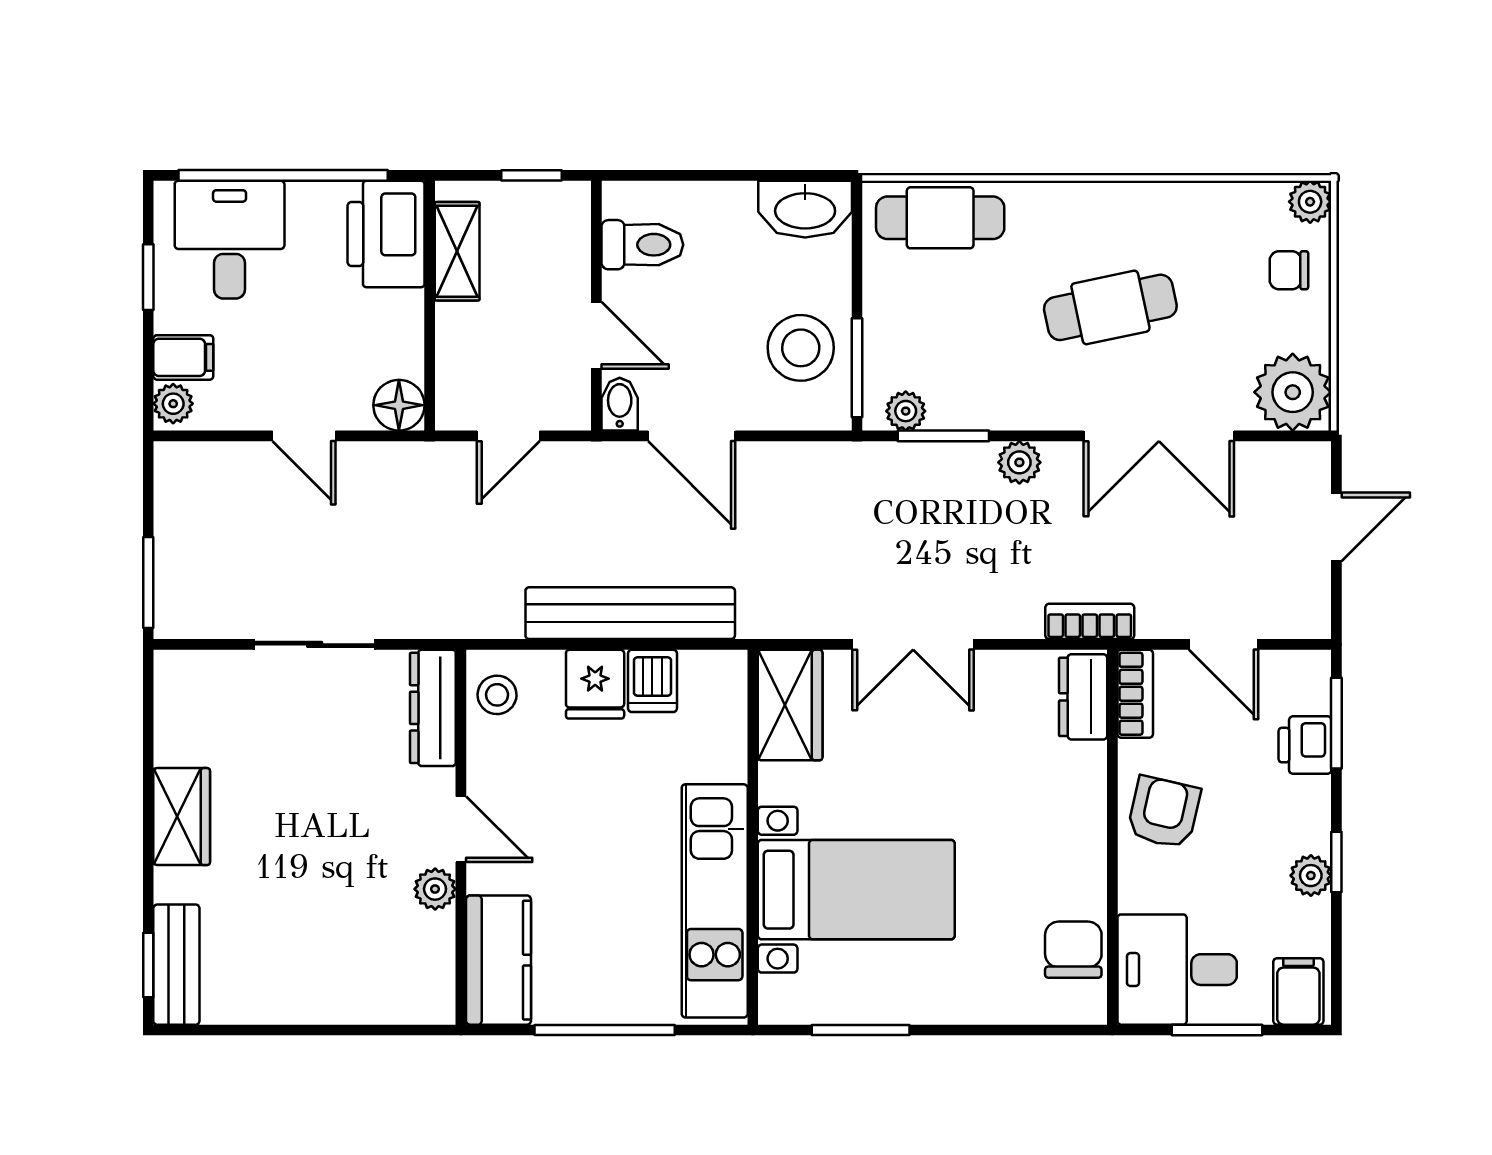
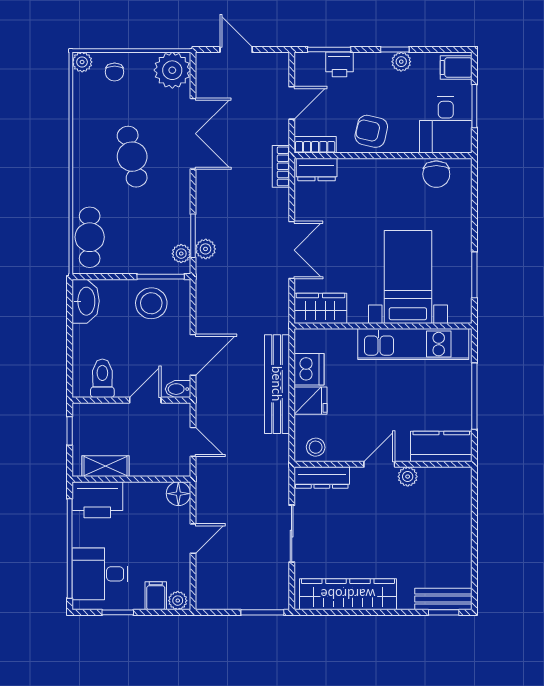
plant: (1019, 462) -> (206, 249), moved
dishwasher: (652, 681) -> (309, 369), width x1.38
wardrobe: (182, 817) -> (348, 594), width x2.10, depth x1.17
chair: (1073, 950) -> (436, 174), turned -90

